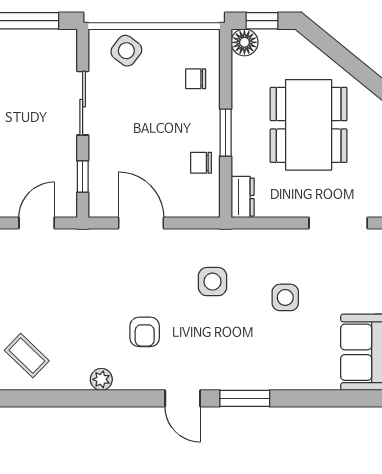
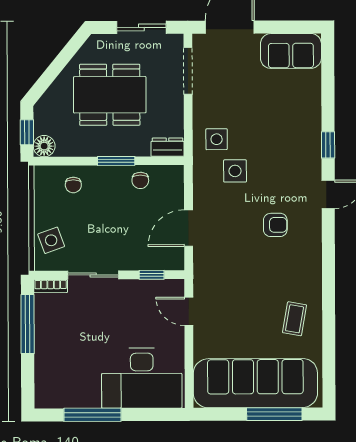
bookcase: (69, 50) -> (51, 286), added
side table: (126, 51) -> (51, 240), turned 33
side table: (285, 297) -> (217, 139), moved
coffee table: (27, 356) -> (295, 319), turned -34
plant: (101, 379) -> (313, 259), removed
window: (245, 398) -> (328, 145), width x0.67

